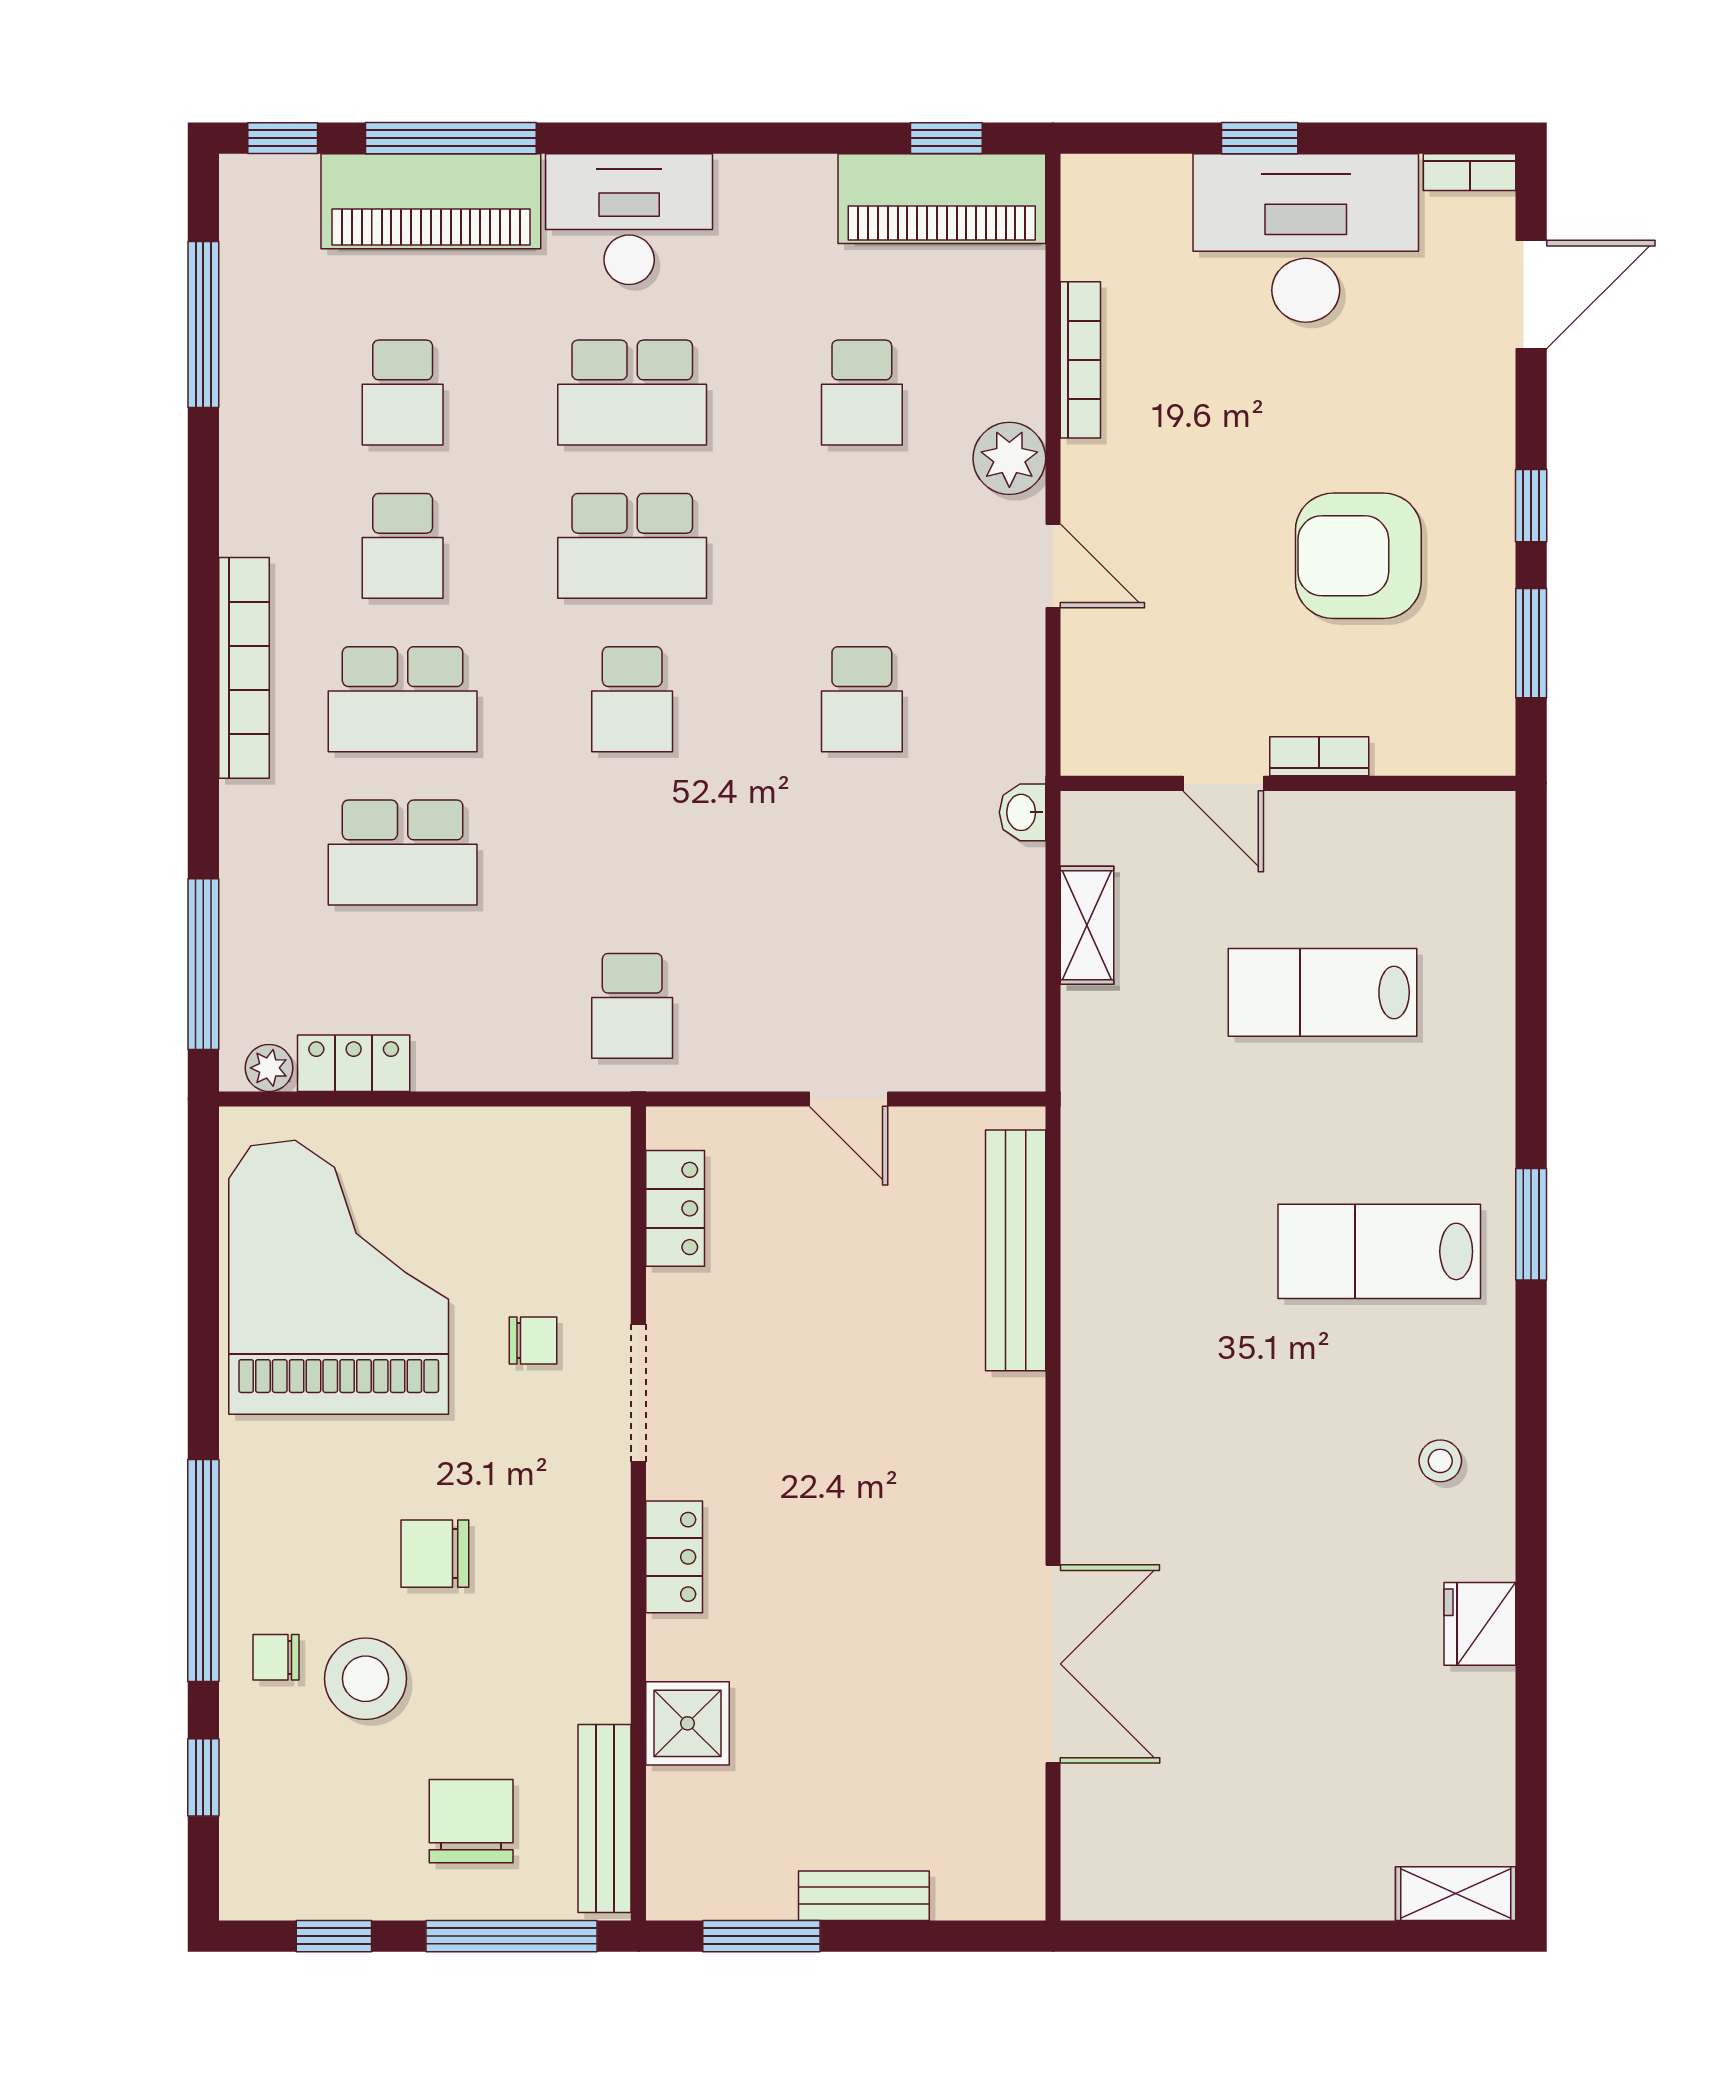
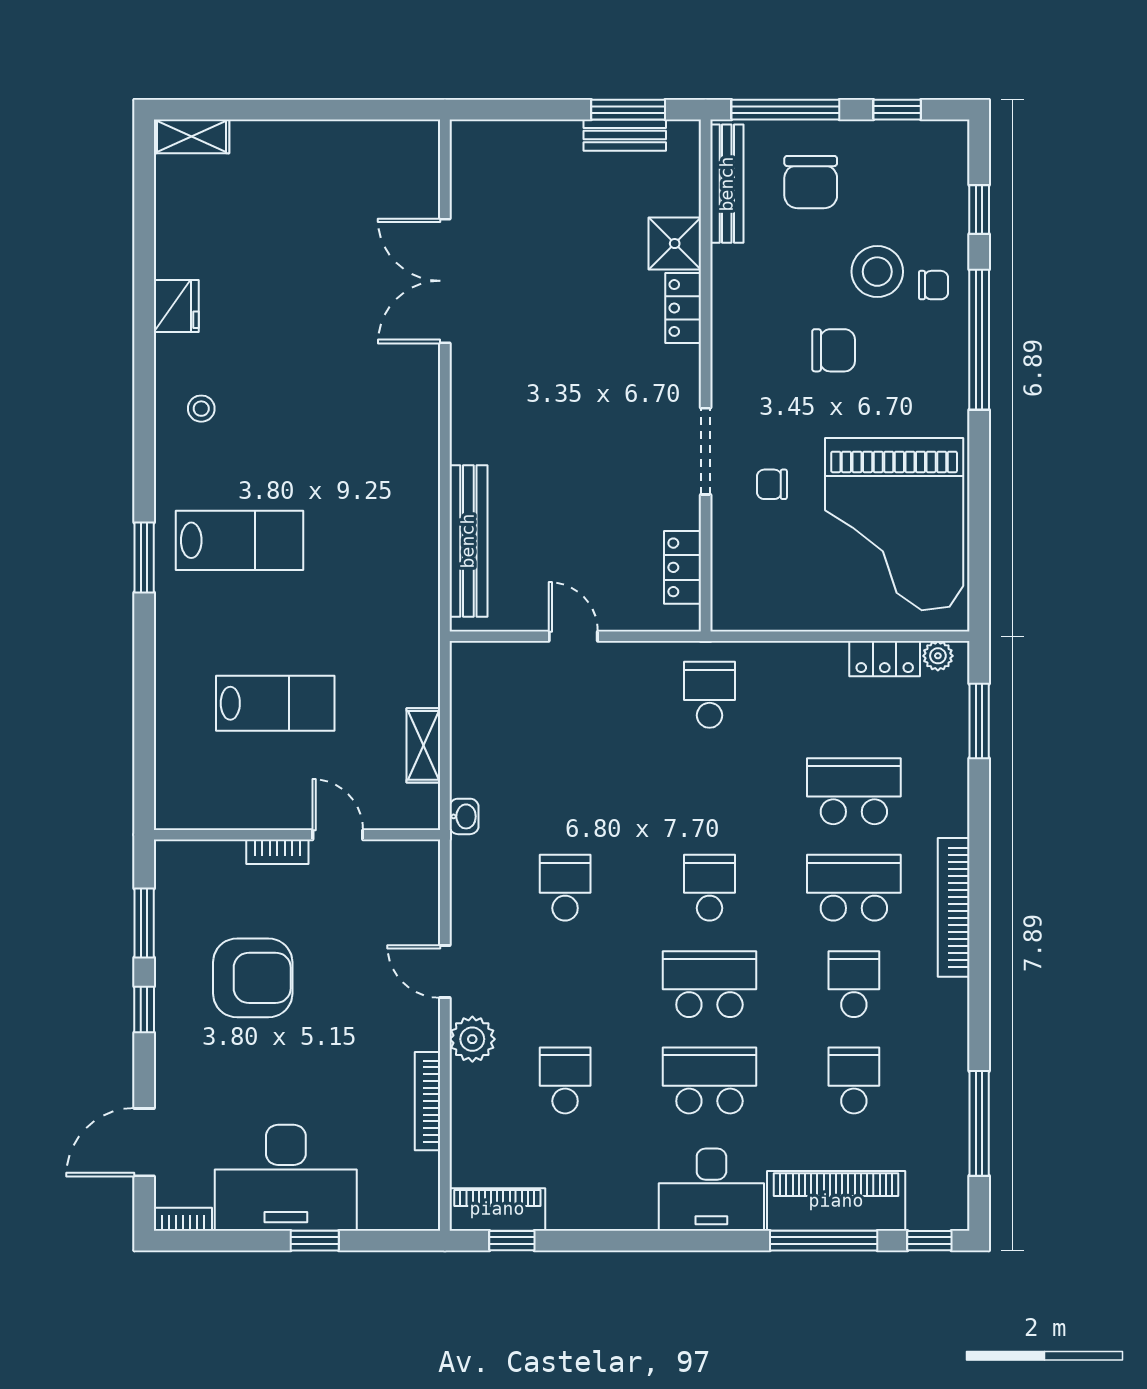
piano: (942, 199) -> (497, 1209), width x0.73, depth x0.75
window: (203, 964) -> (979, 721), width x0.69
locker: (674, 1557) -> (683, 308), moved
bench: (864, 1896) -> (625, 135), moved

